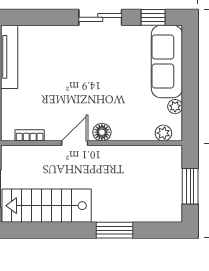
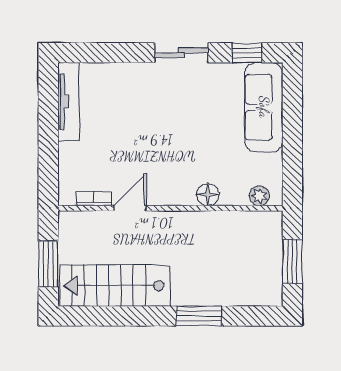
plant: (175, 107) -> (274, 163), removed
floor lamp: (102, 132) -> (208, 195), moved
door: (75, 143) -> (130, 208), moved

